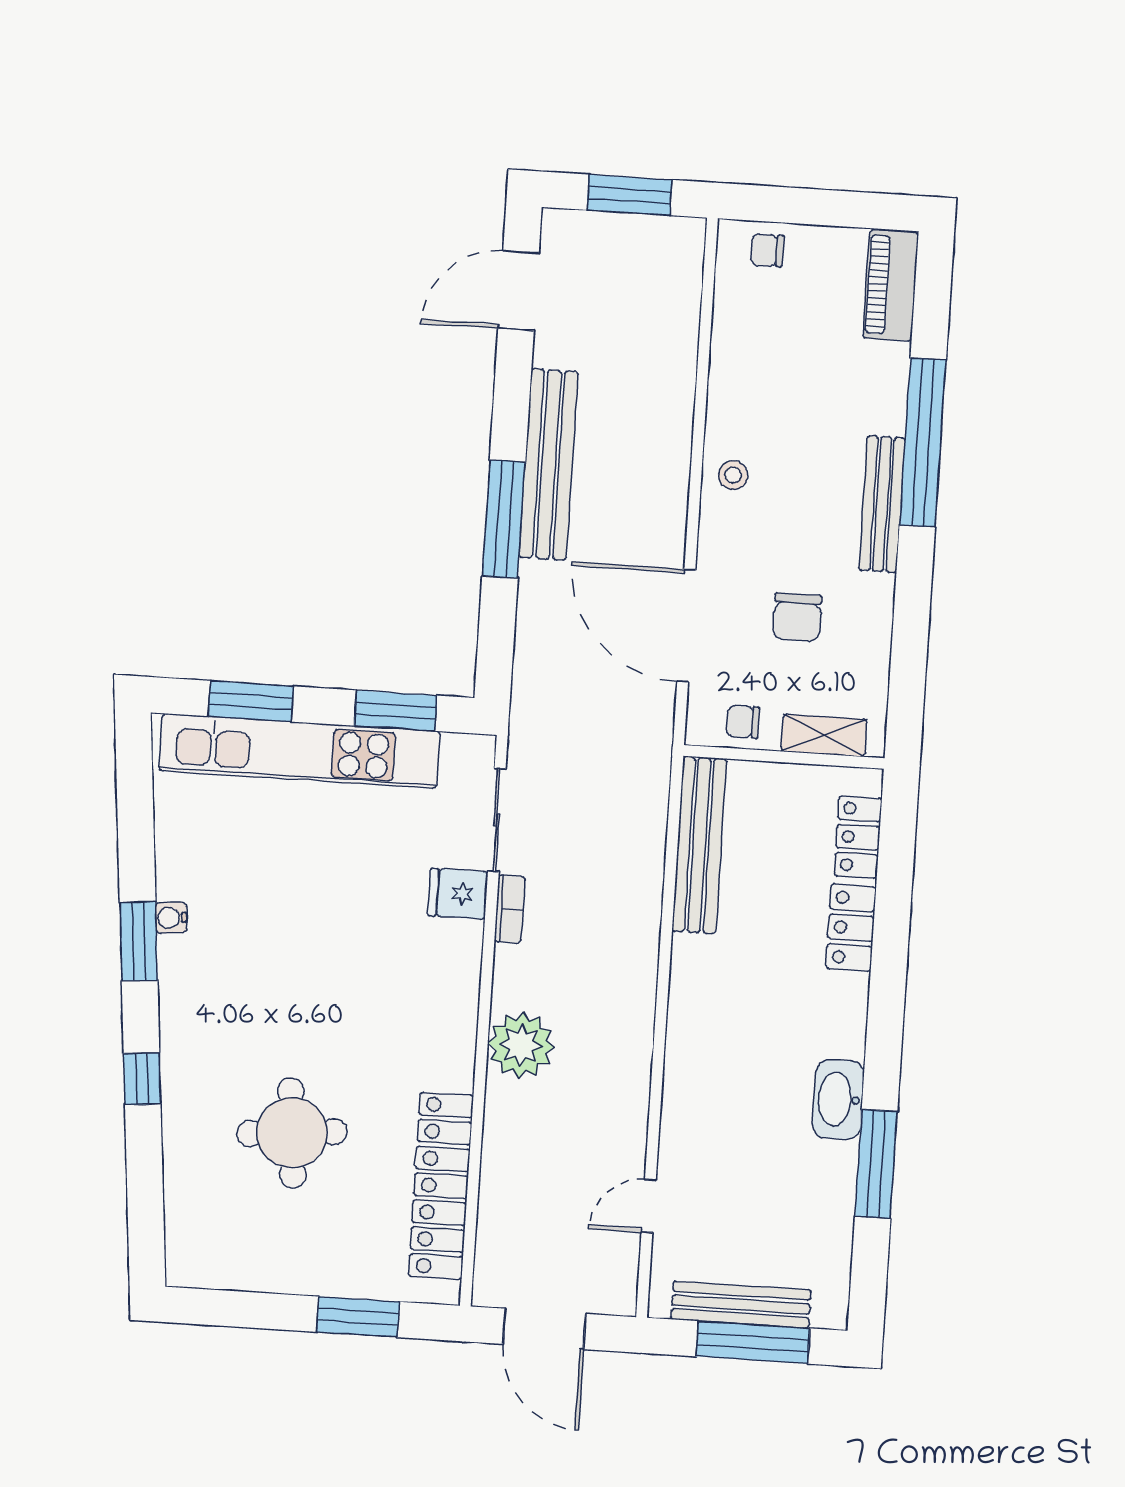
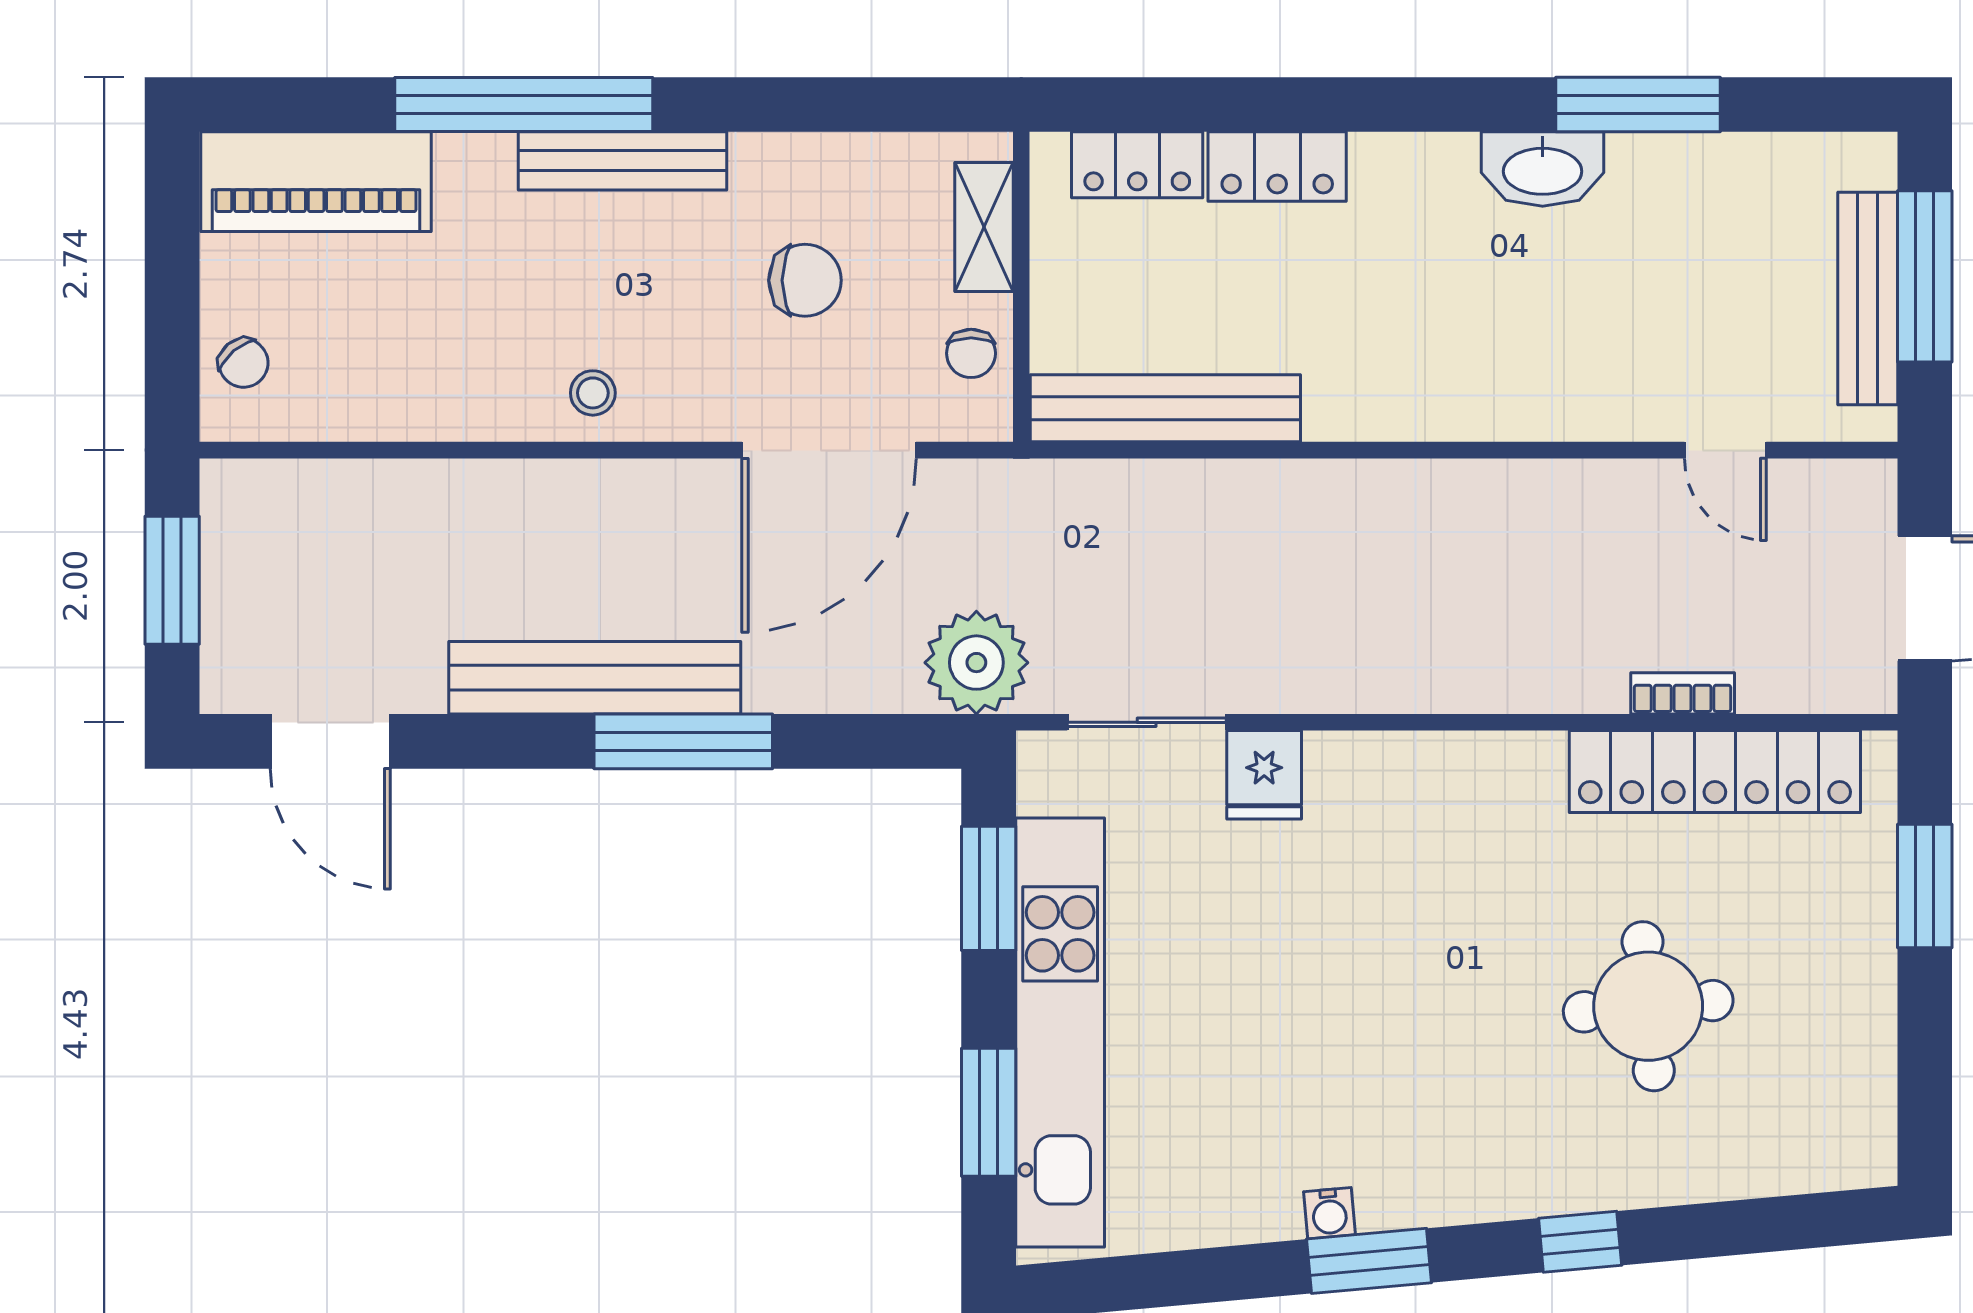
chair: (767, 250) -> (244, 363), turned -40
piano: (891, 285) -> (316, 182), width x1.37, depth x1.33
bookcase: (510, 909) -> (1683, 693), moved
plant: (521, 1045) -> (976, 663), moved

